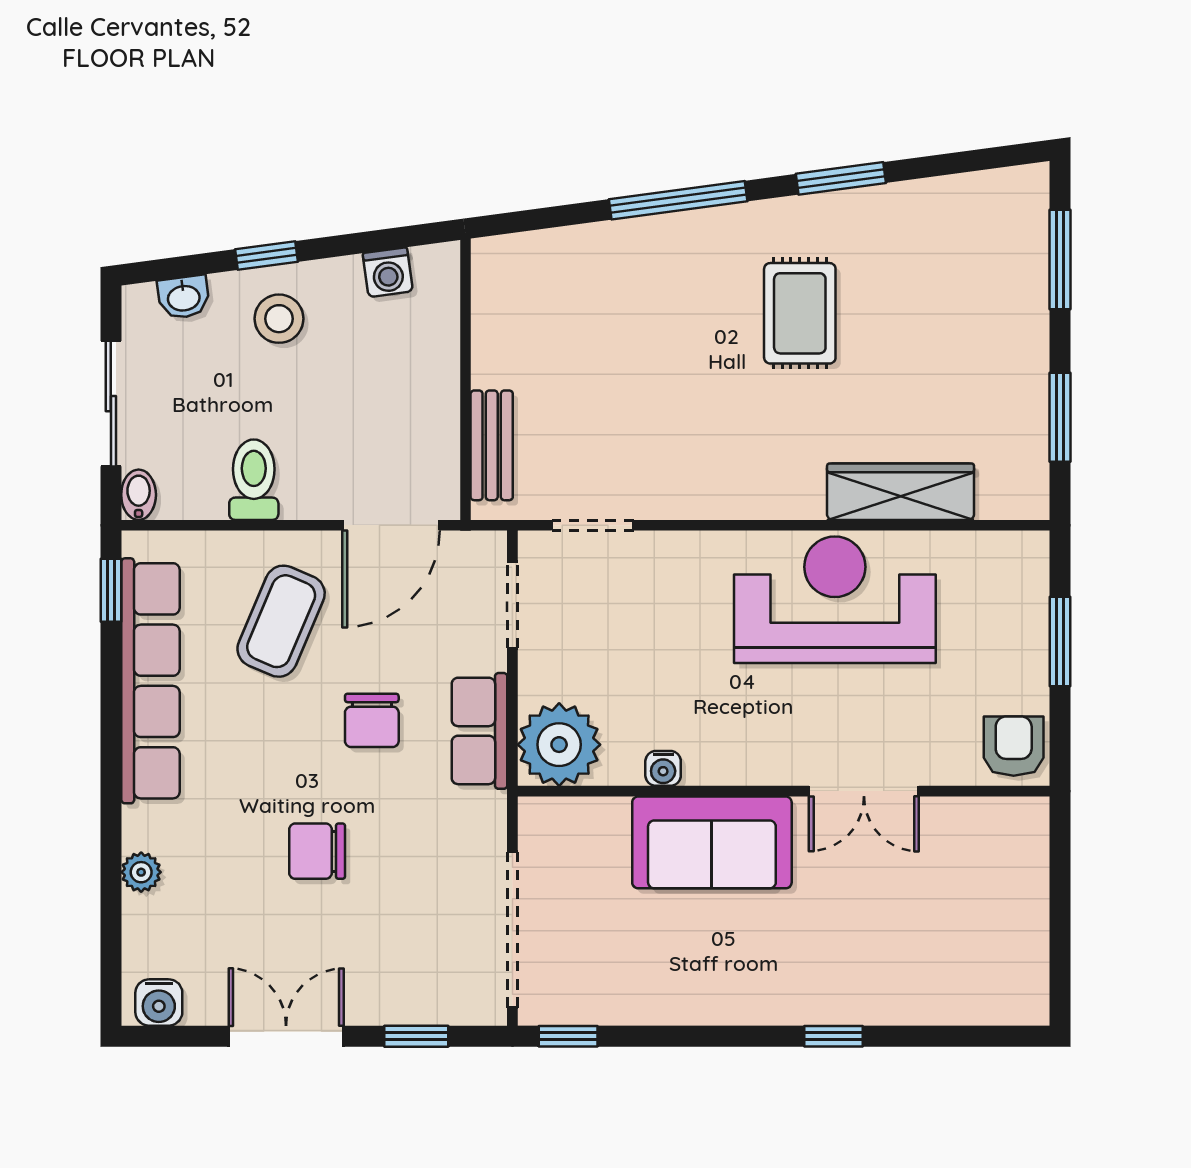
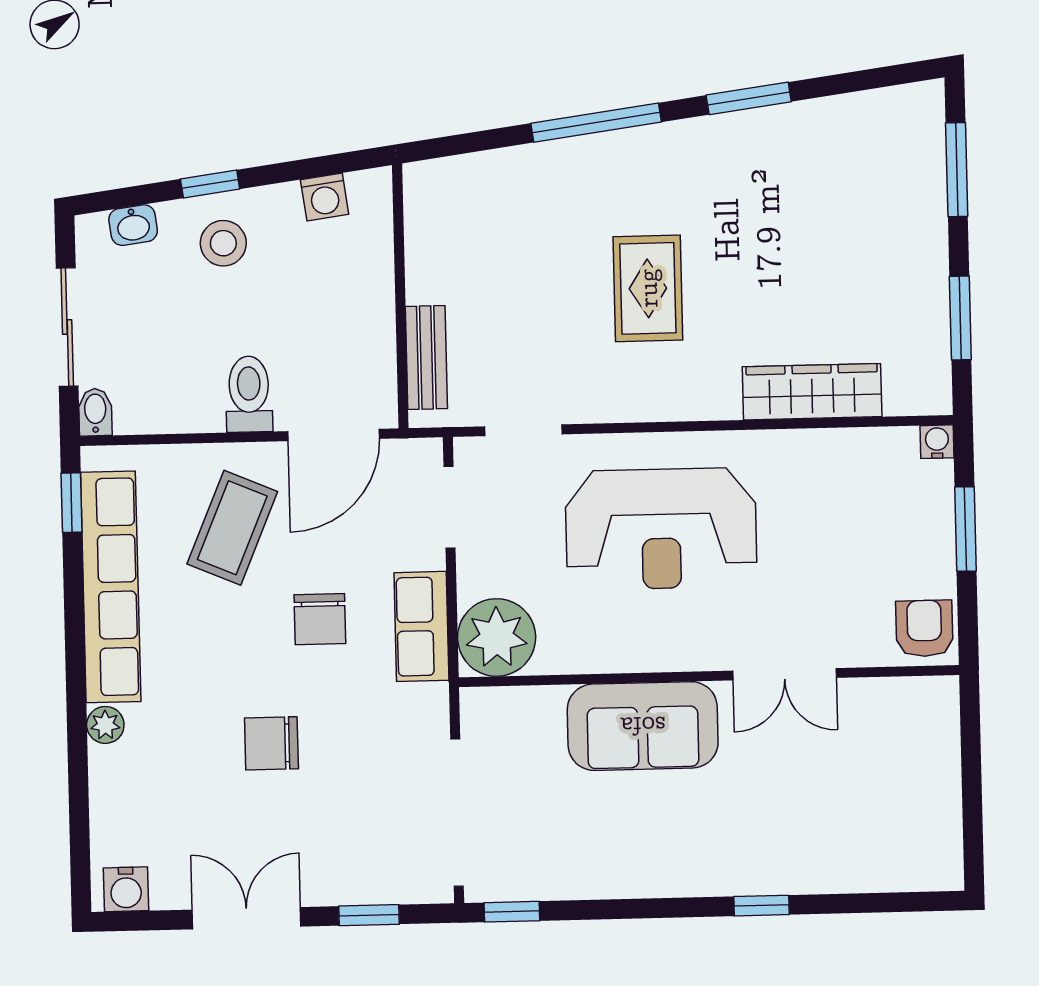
rug: (800, 313) -> (648, 288), moved
toilet: (254, 480) -> (249, 394), moved
reception desk: (835, 600) -> (661, 529), moved, turned 180
water cooler: (663, 768) -> (937, 442), moved, turned 180
plant: (141, 872) -> (105, 725), moved

